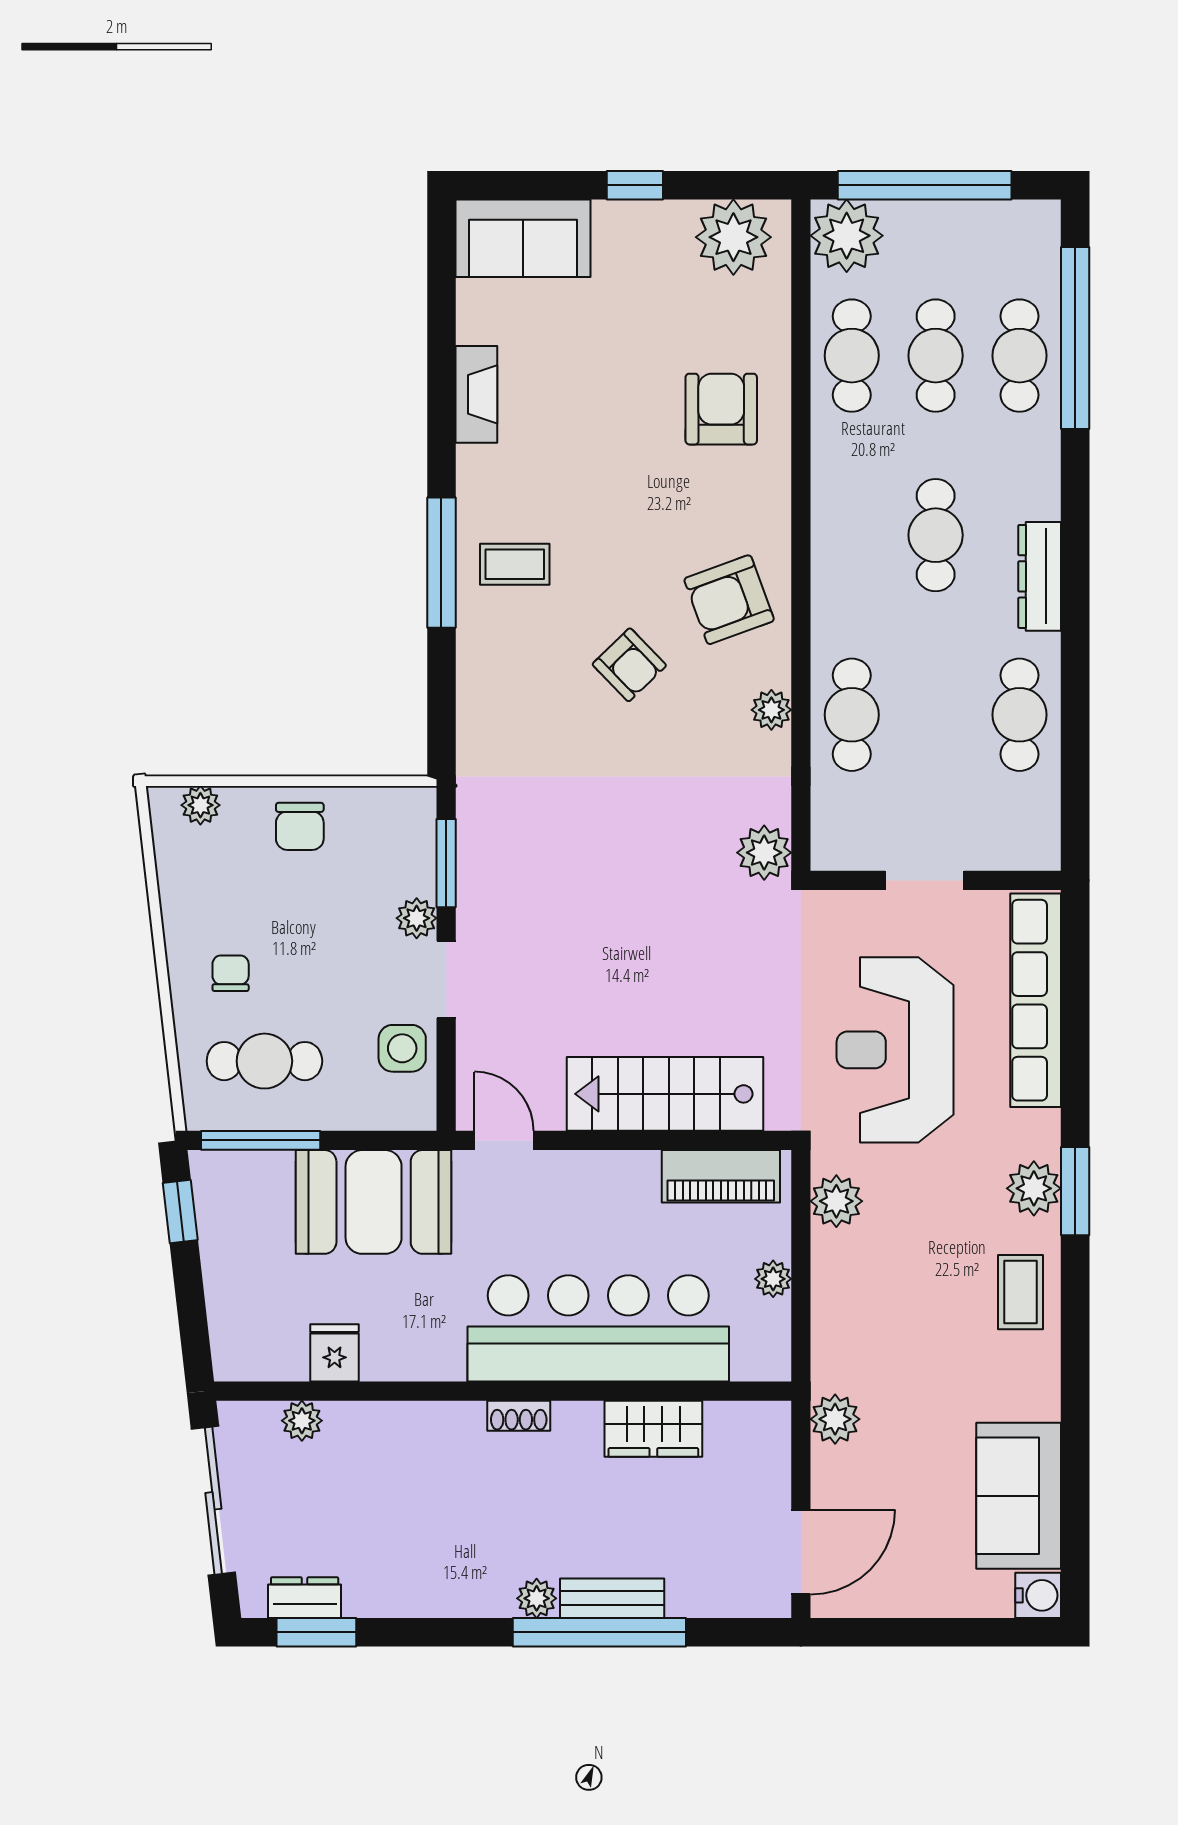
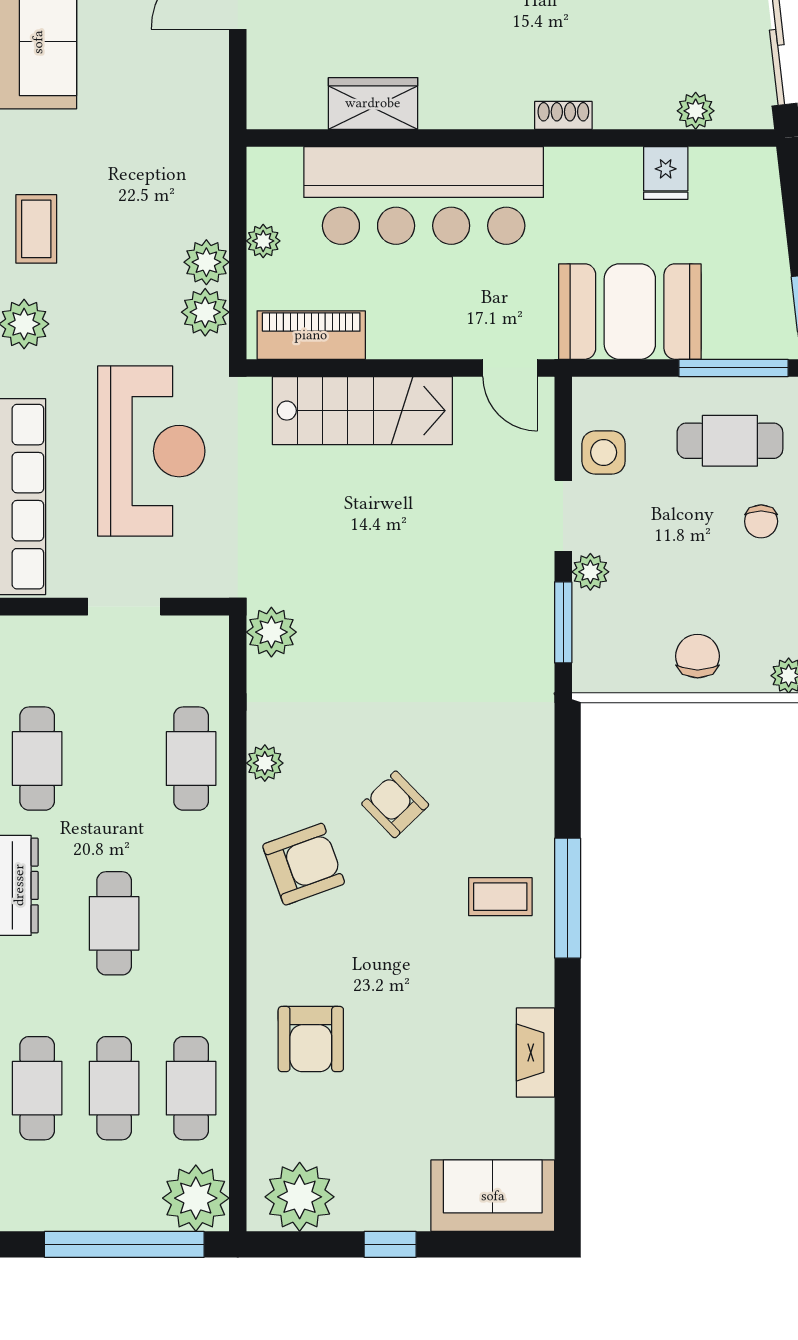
shoe rack: (519, 1416) -> (563, 115), moved
plant: (835, 1419) -> (206, 262), moved

